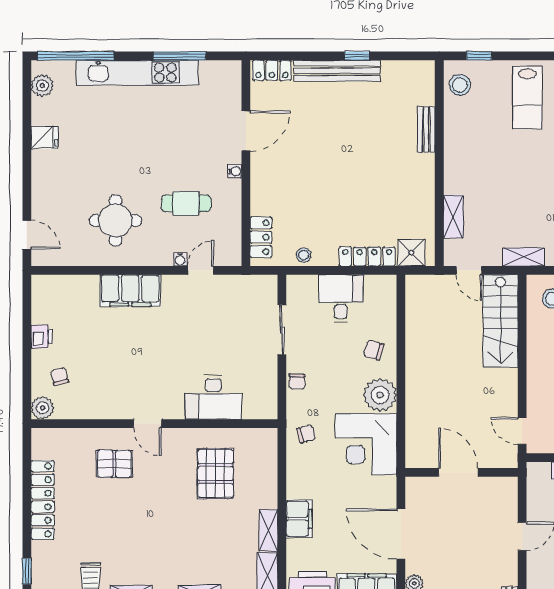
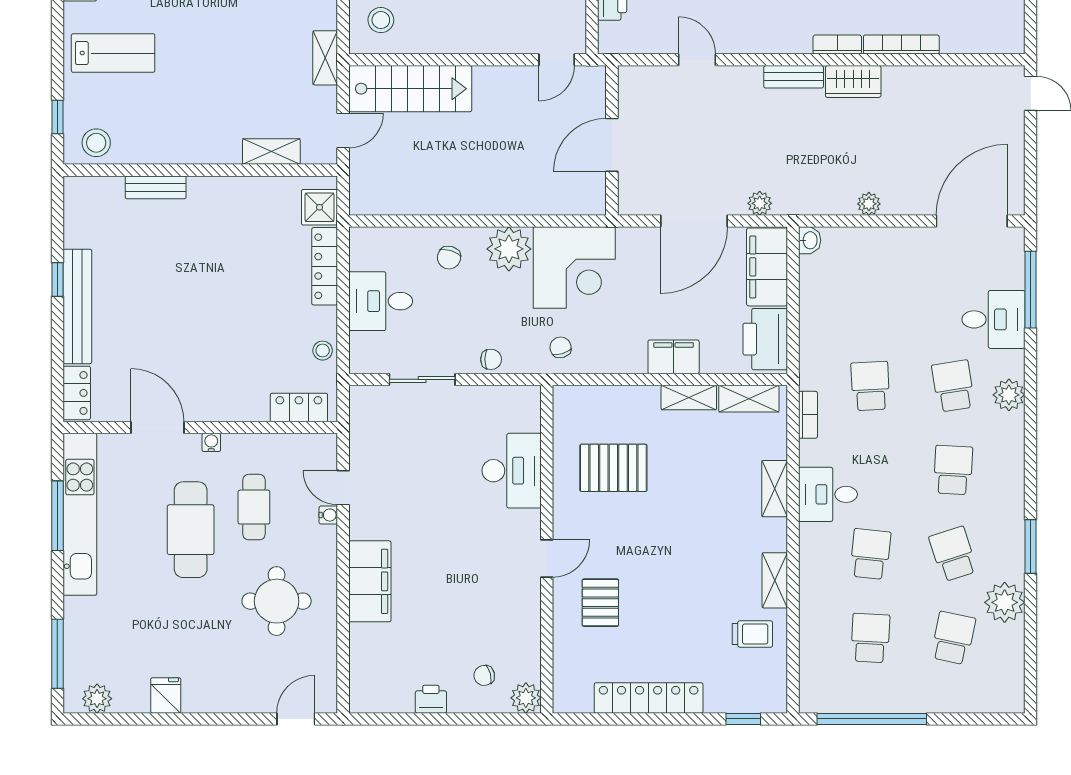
window: (76, 56) -> (57, 654), width x0.68
kitchen unit: (137, 73) -> (80, 514), moved
cafe table: (169, 156) -> (191, 530), added

